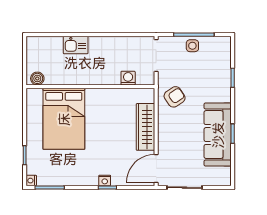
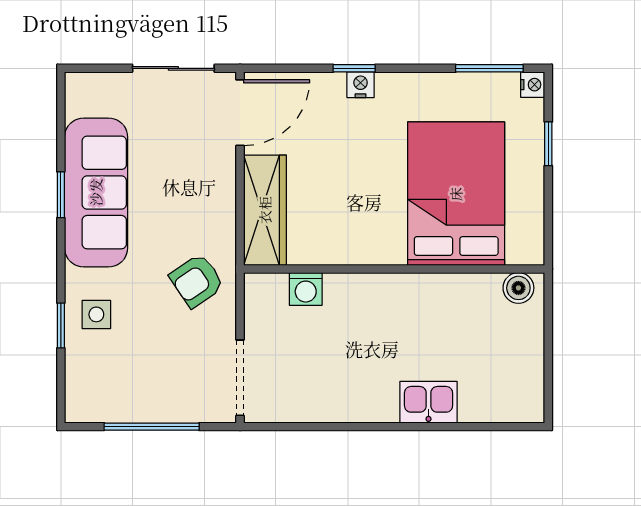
side table: (192, 46) -> (96, 314), moved
boiler: (37, 78) -> (518, 288), moved
washing machine: (128, 78) -> (306, 289), moved
wall: (90, 87) -> (394, 269), moved
bed: (64, 119) -> (456, 194), moved

